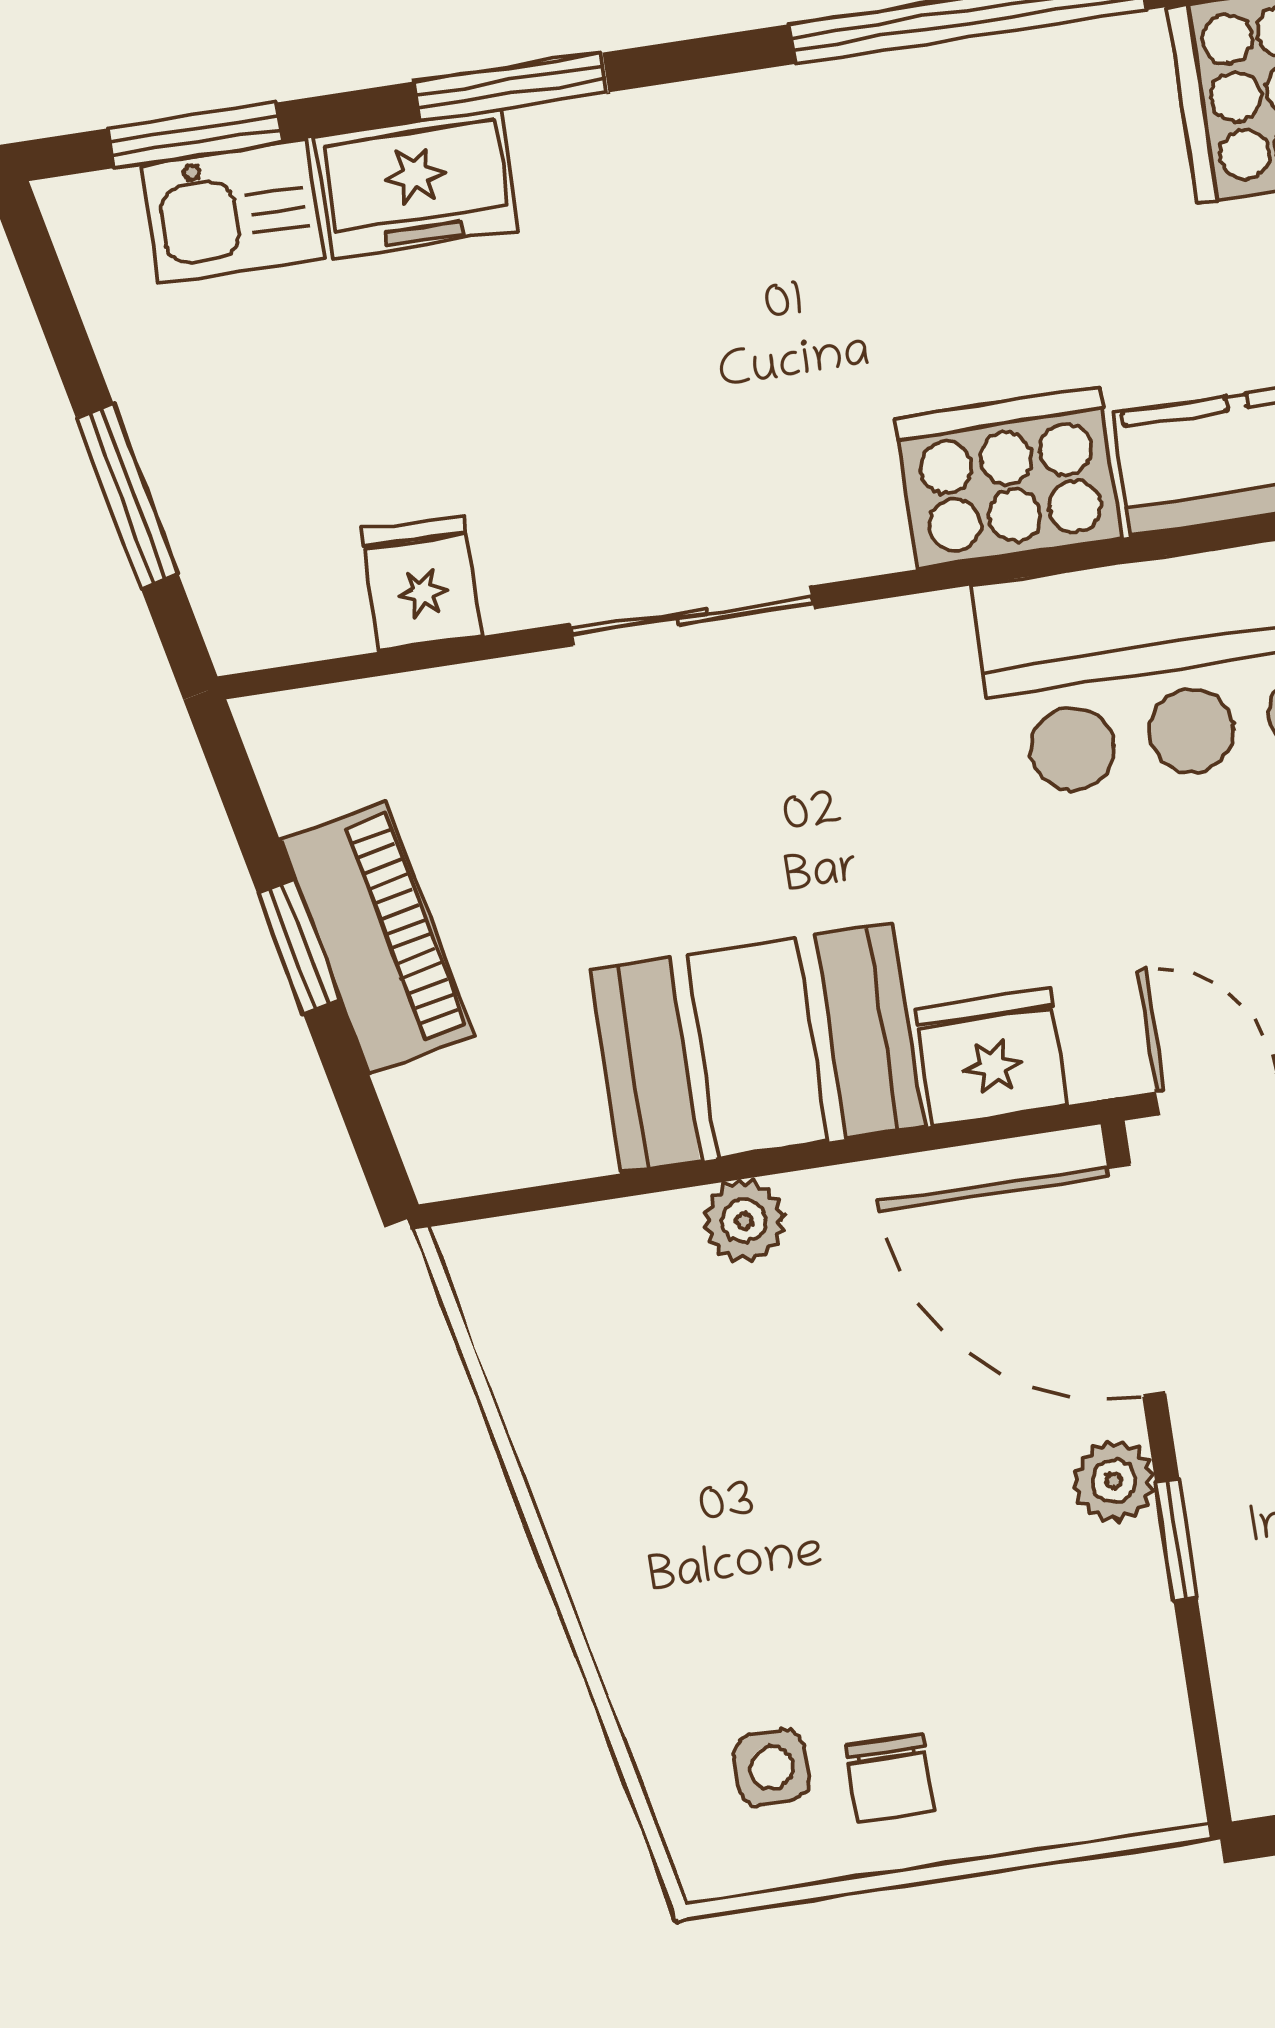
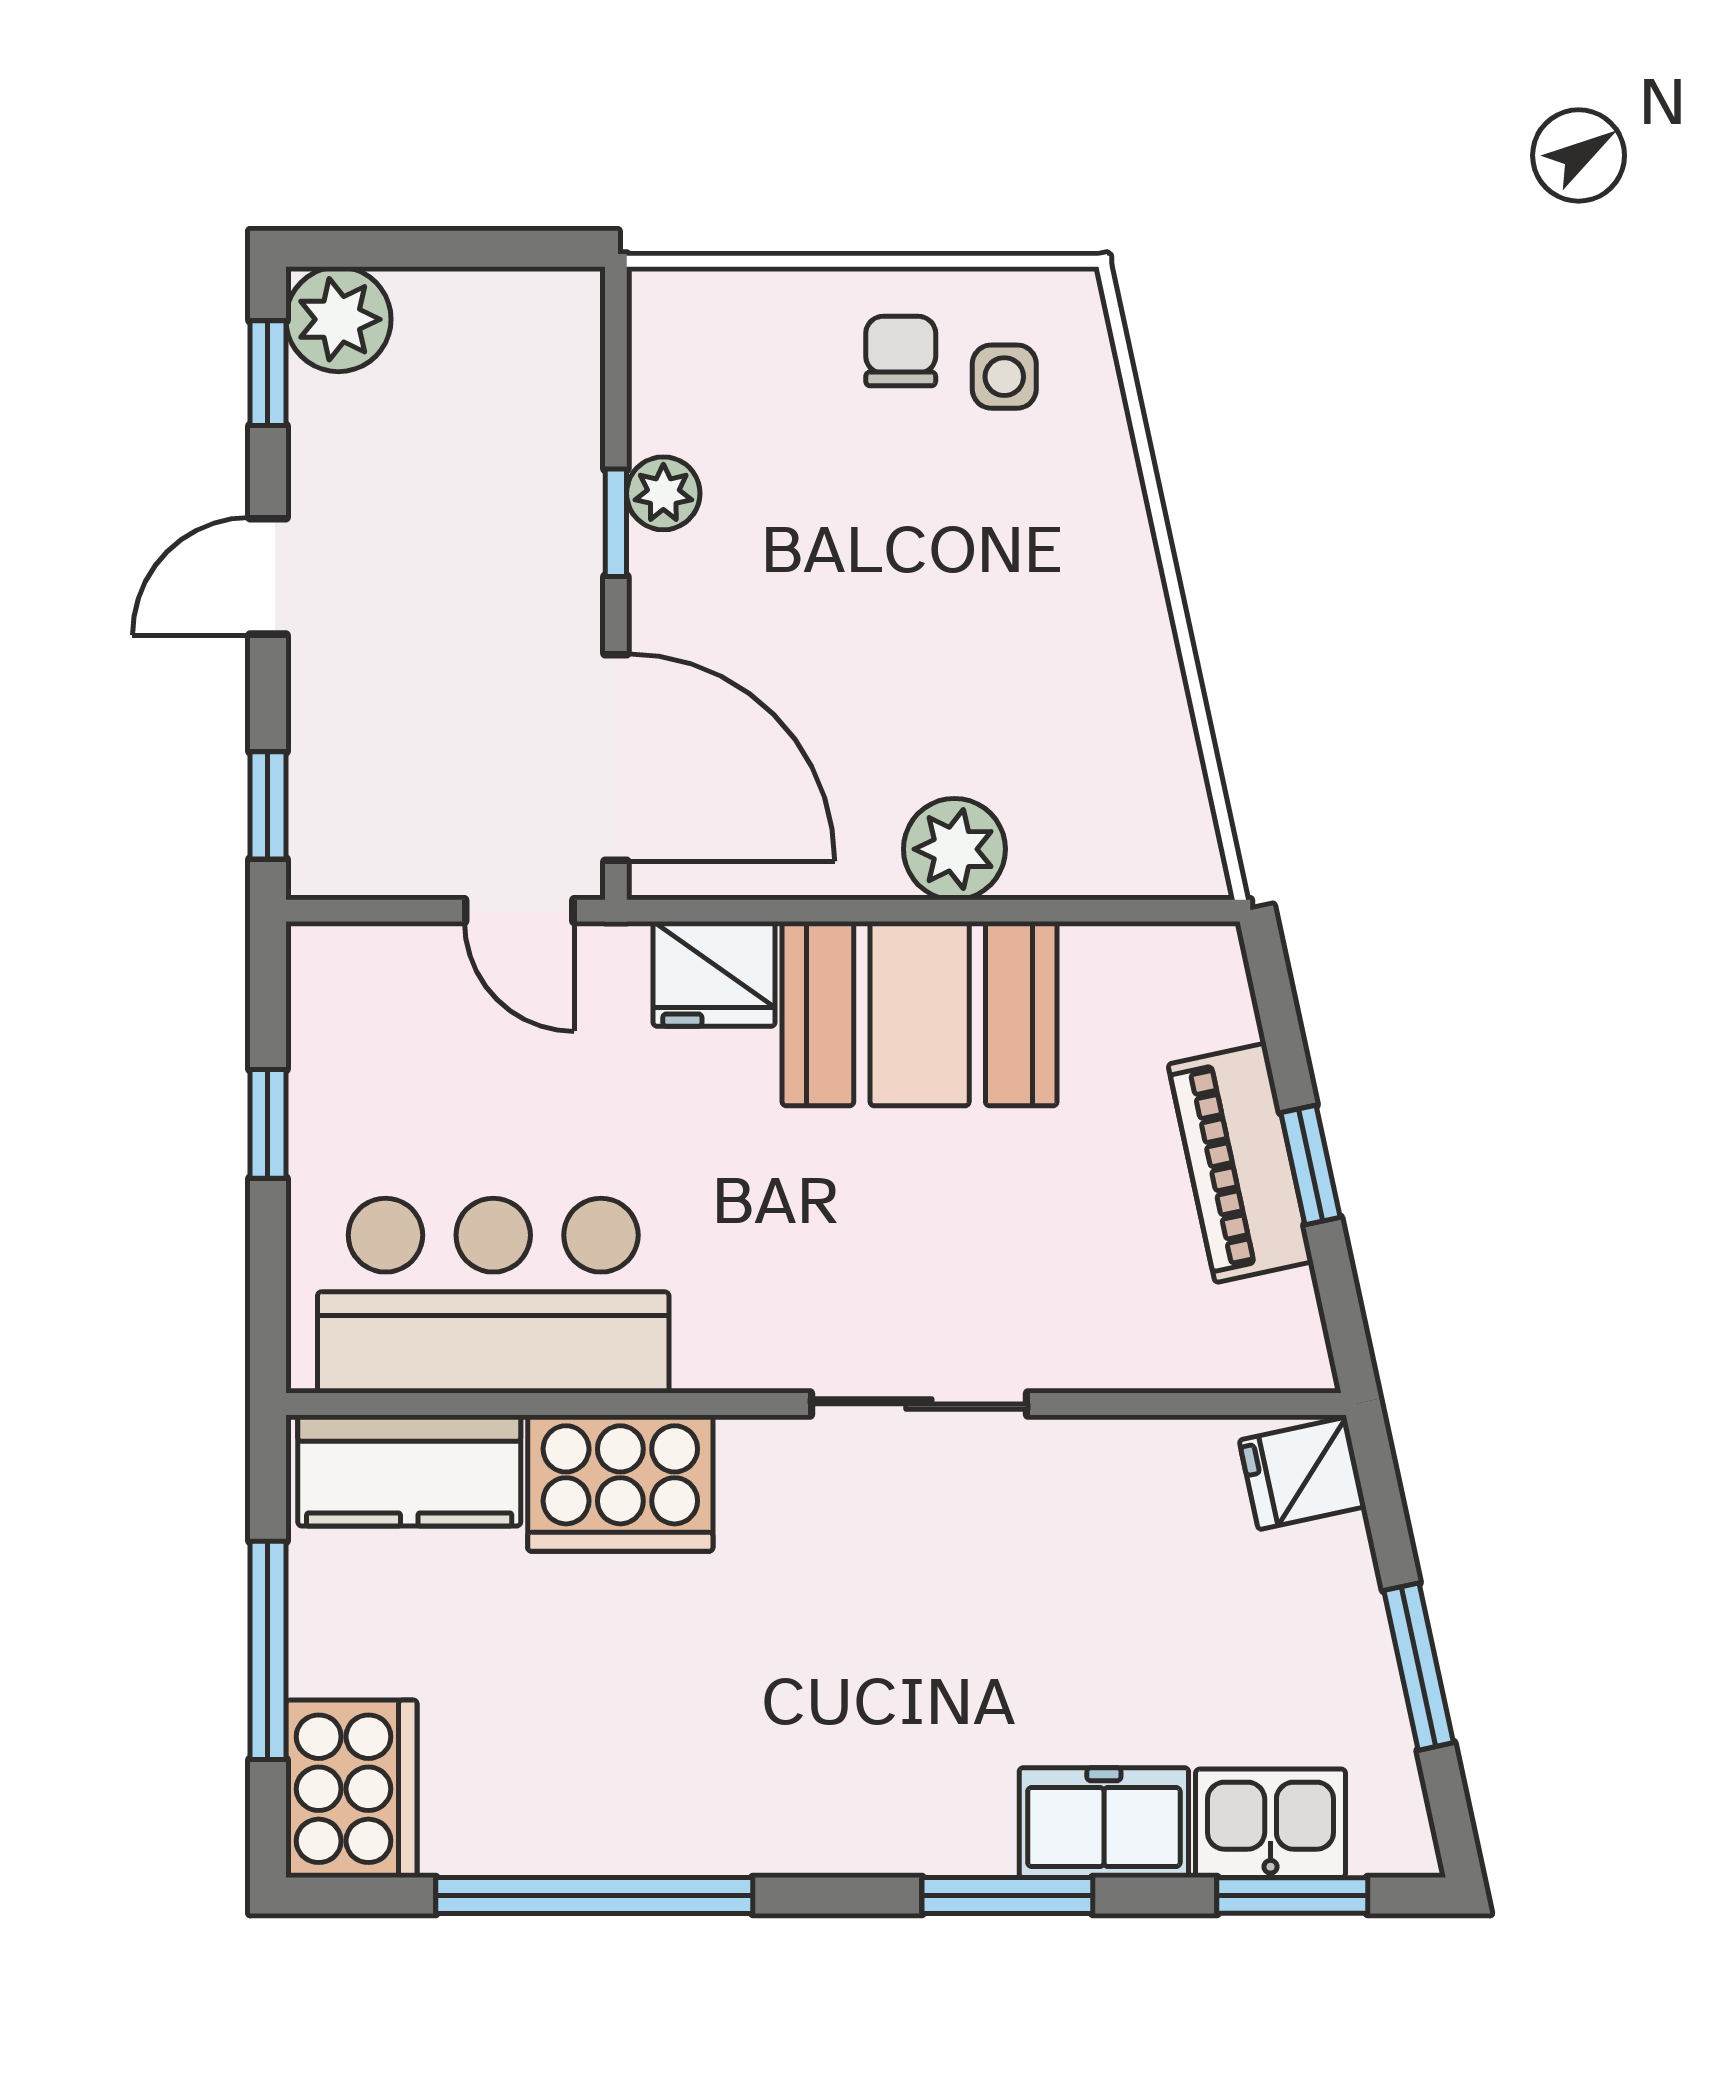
window: (127, 496) -> (1419, 1667), moved
fridge: (421, 583) -> (1302, 1473), moved, turned 78
plant: (744, 1221) -> (954, 849), width x1.38, depth x1.38
plant: (1114, 1481) -> (663, 493), moved

